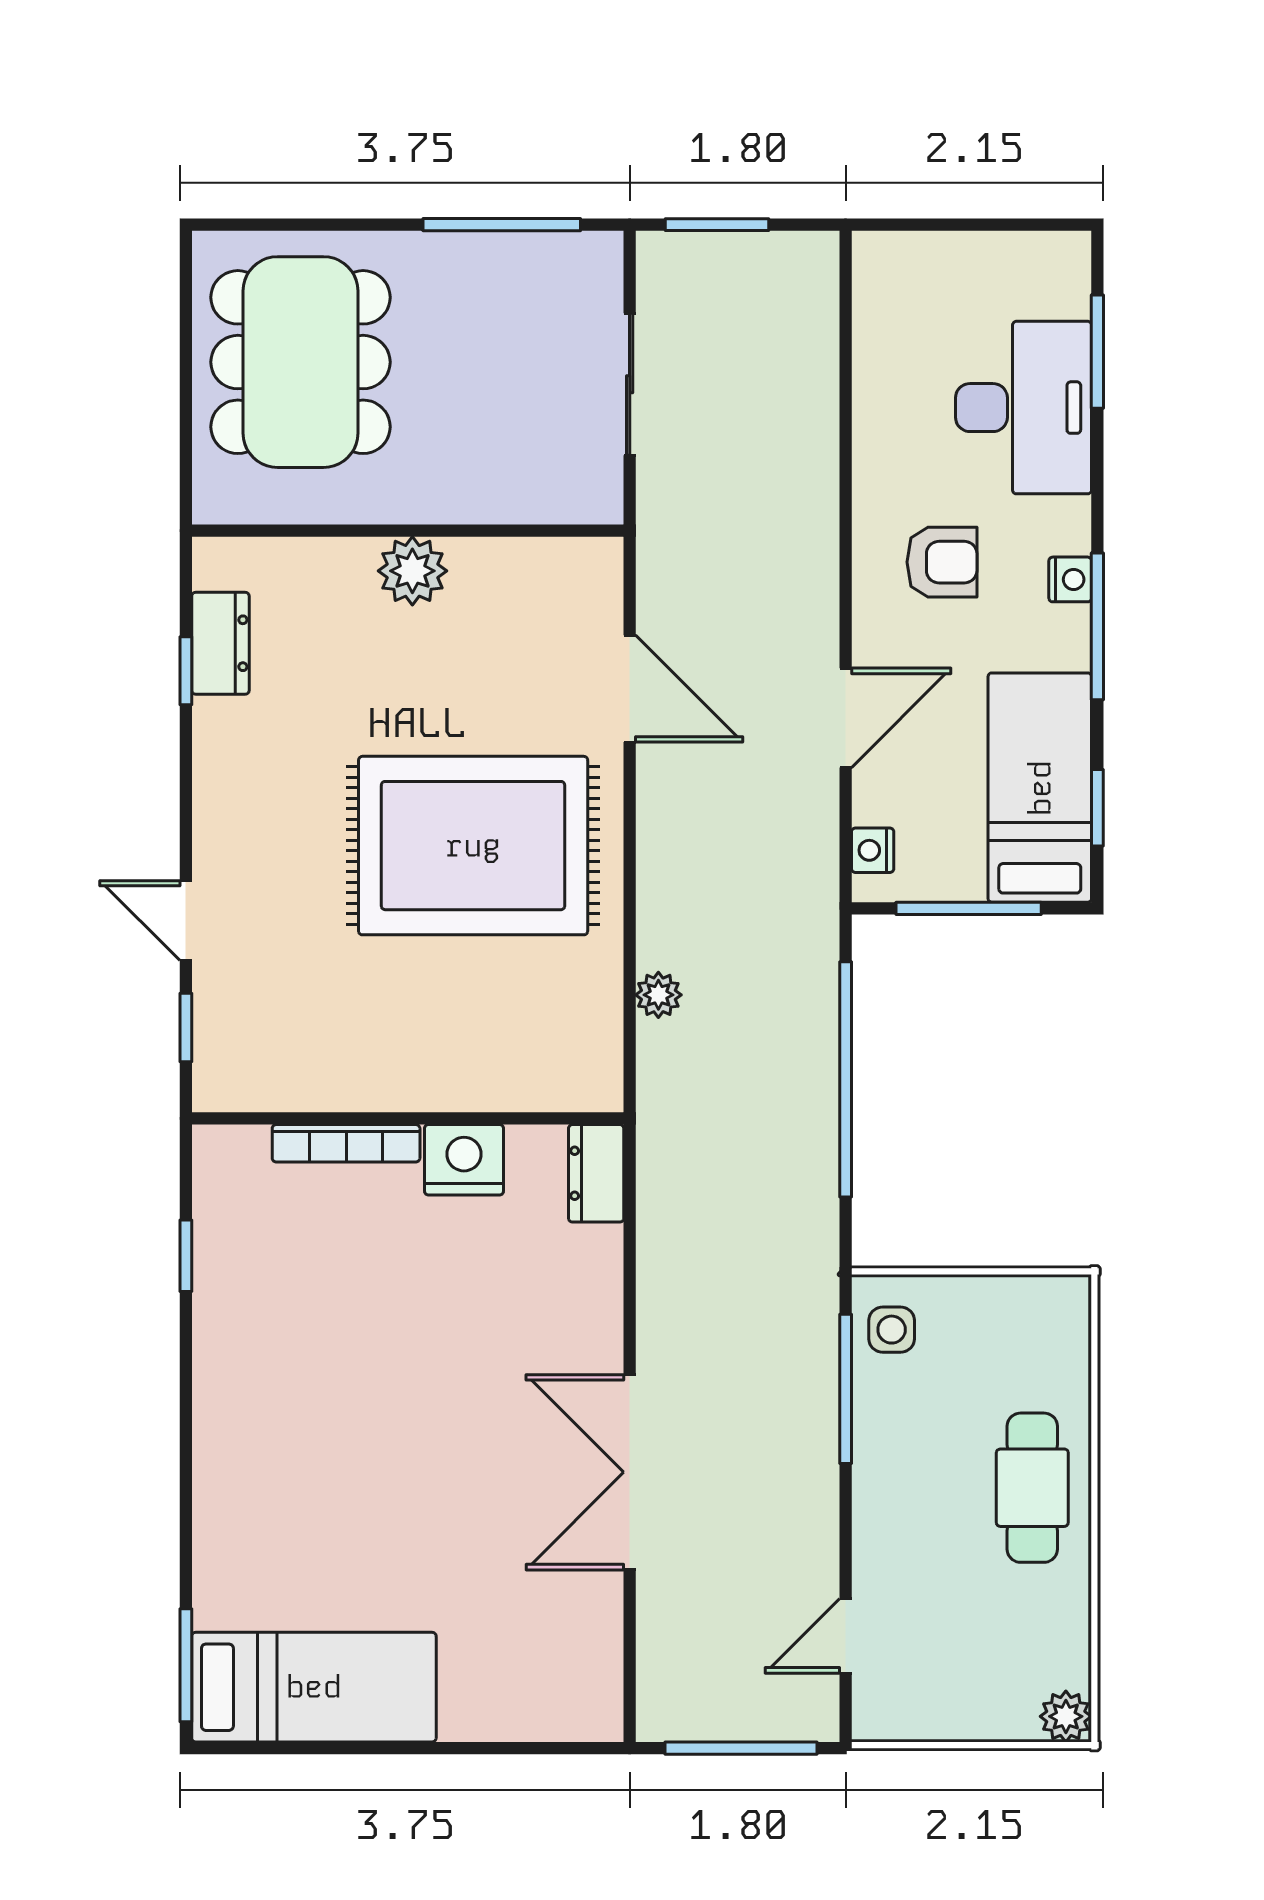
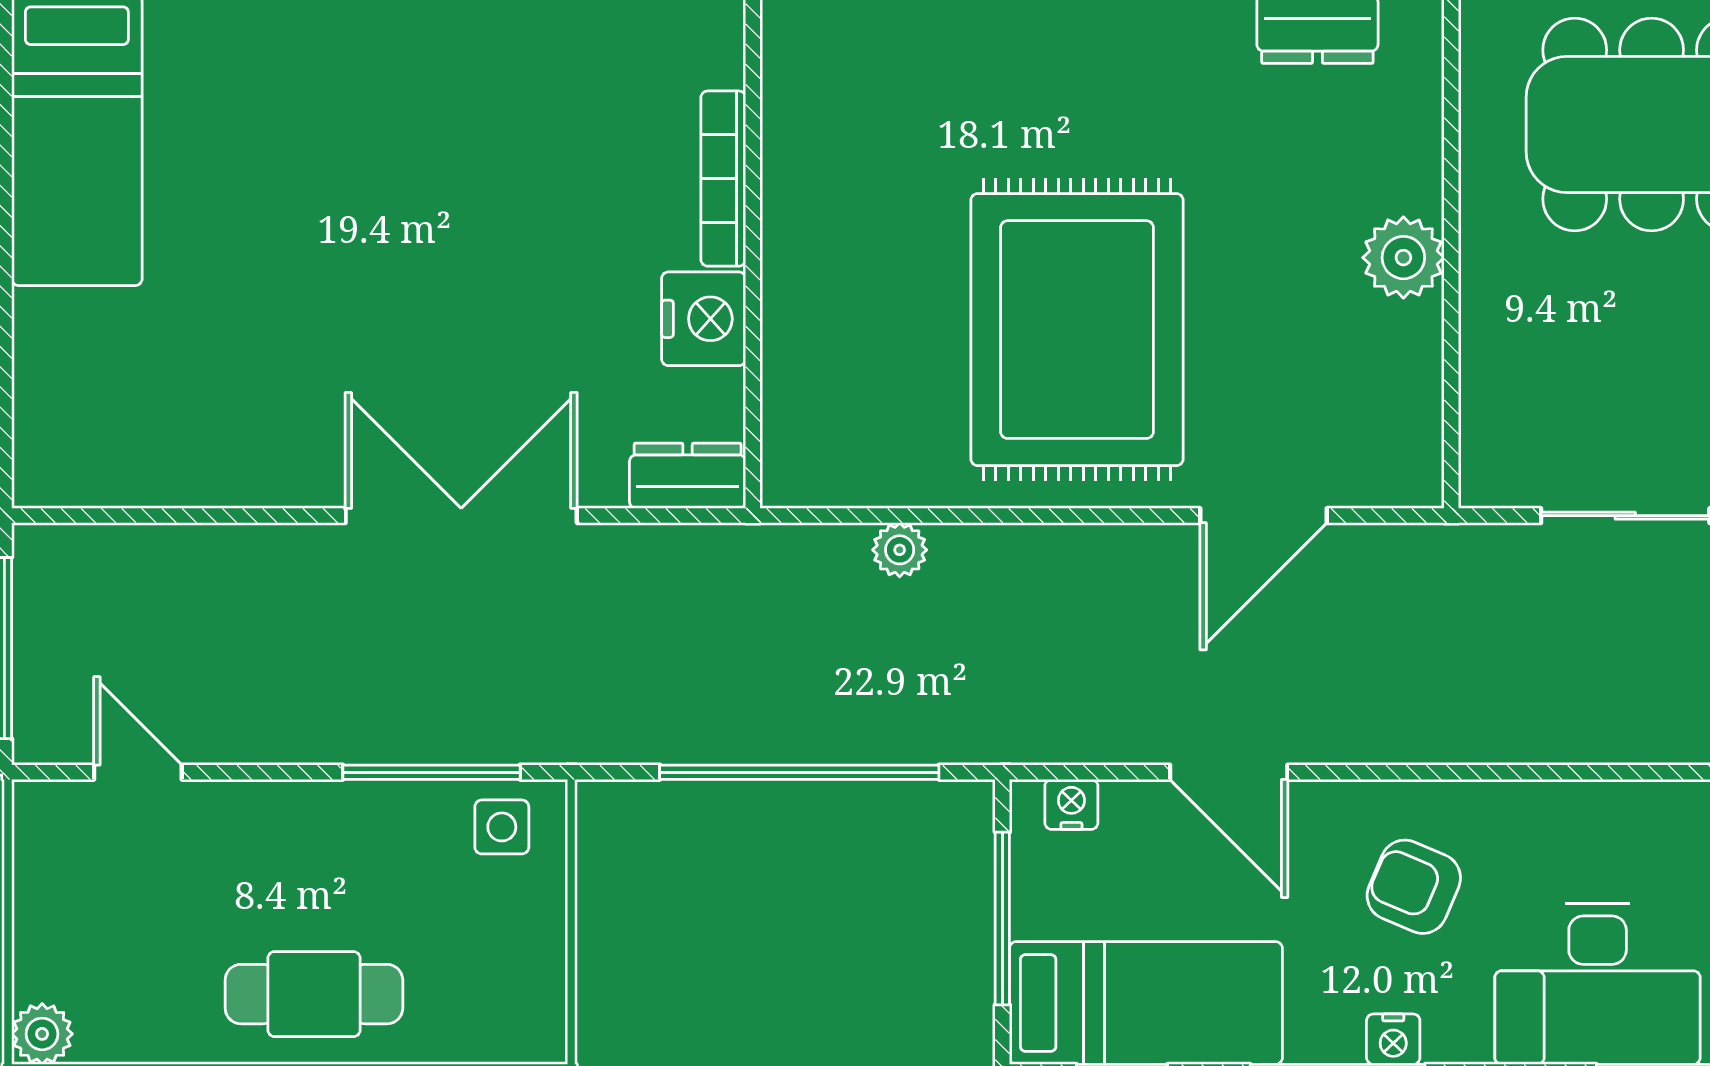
armchair: (942, 562) -> (1414, 887), turned 113
double door: (630, 1472) -> (461, 516), moved

